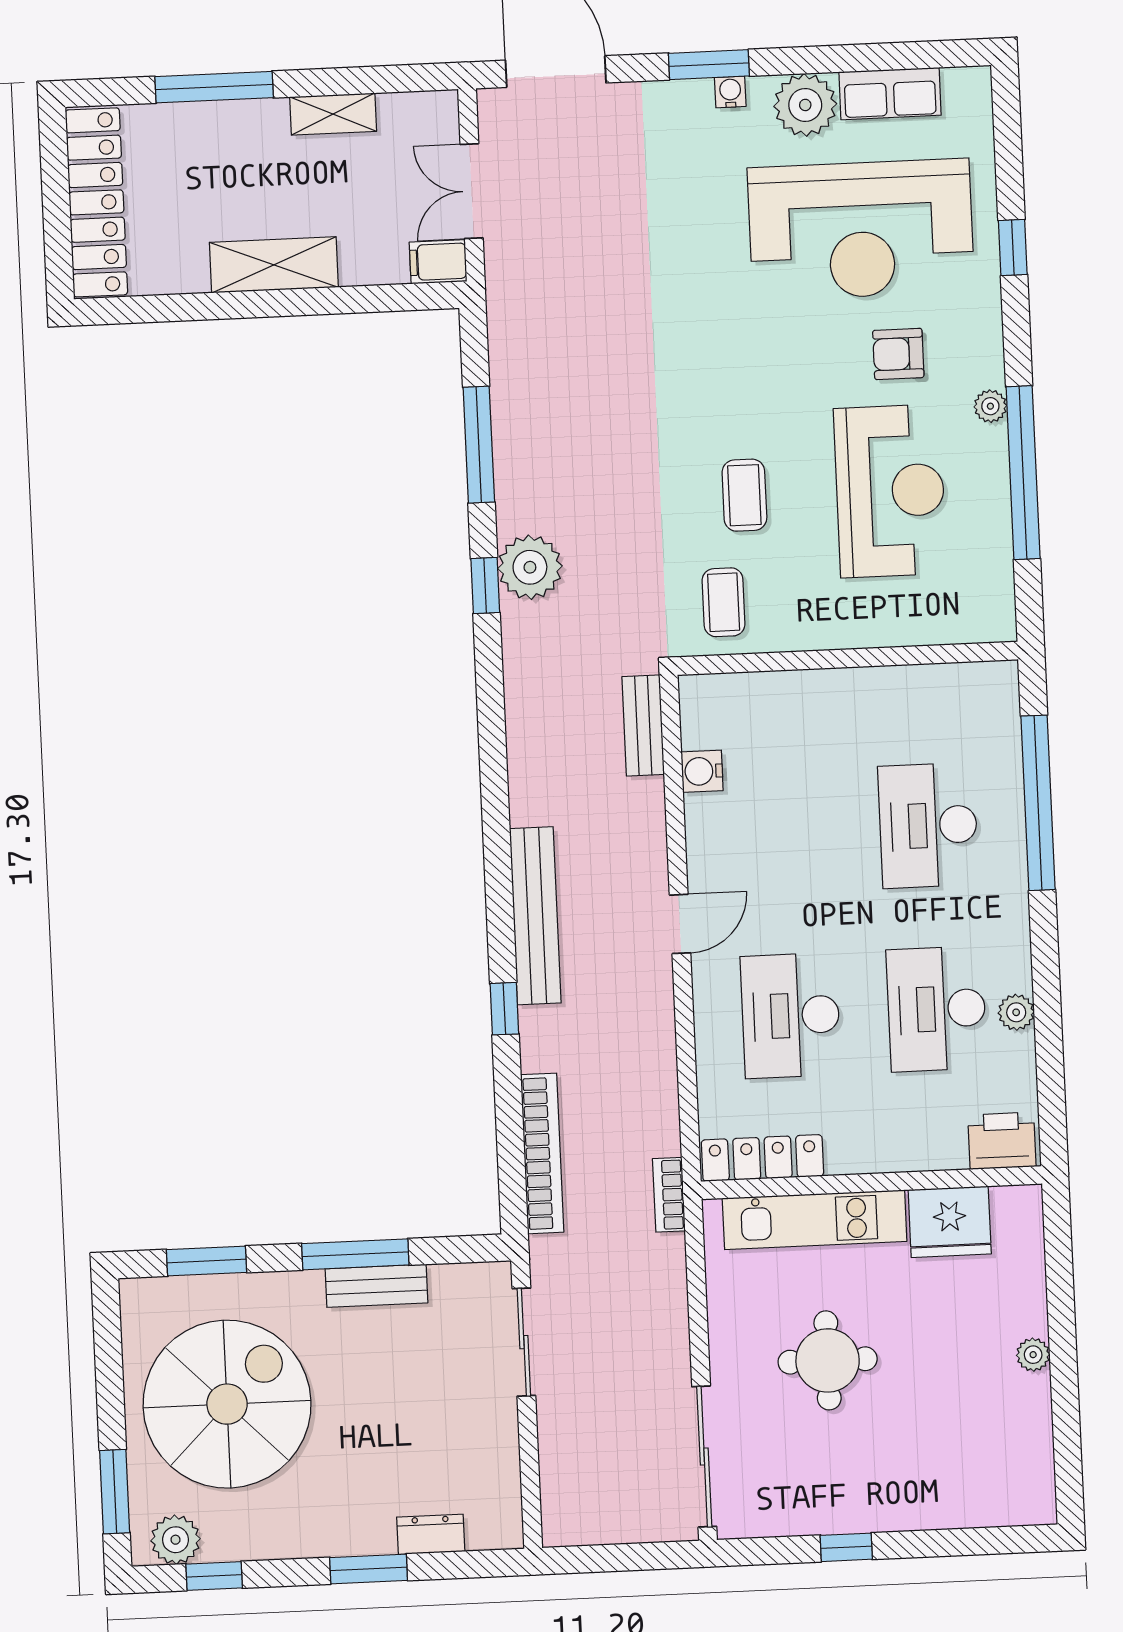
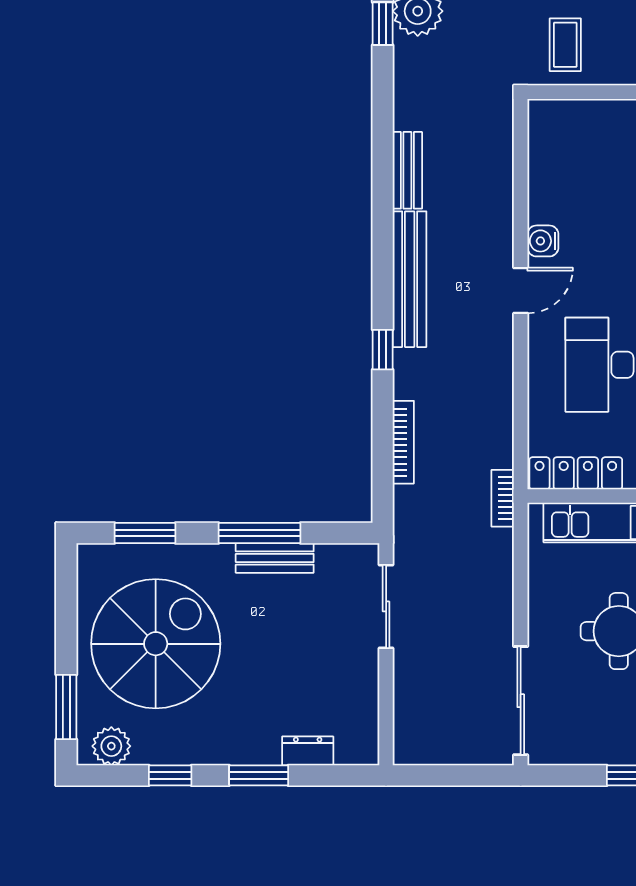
bench: (643, 726) -> (407, 170), moved
water cooler: (702, 771) -> (543, 241), moved
bookcase: (542, 1153) -> (403, 442), width x0.68, depth x0.76
window: (214, 1576) -> (170, 775), moved

